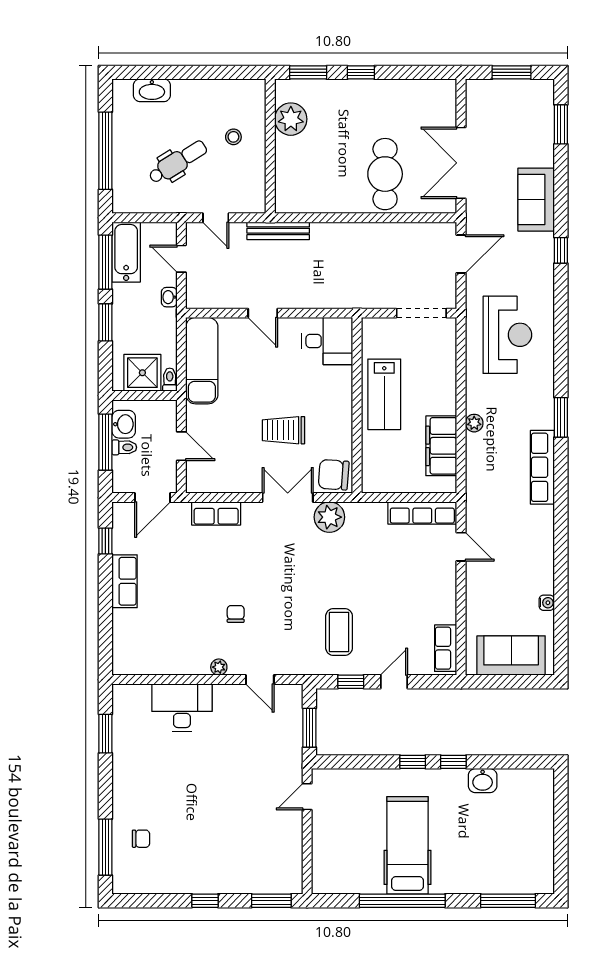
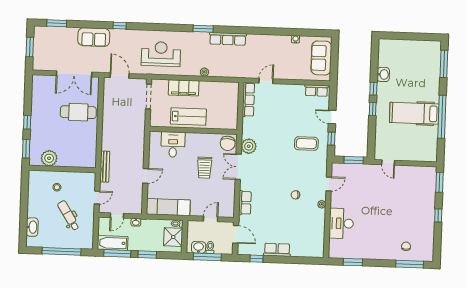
desk: (327, 341) -> (173, 144), moved
filing cabinet: (441, 446) -> (184, 88), moved

